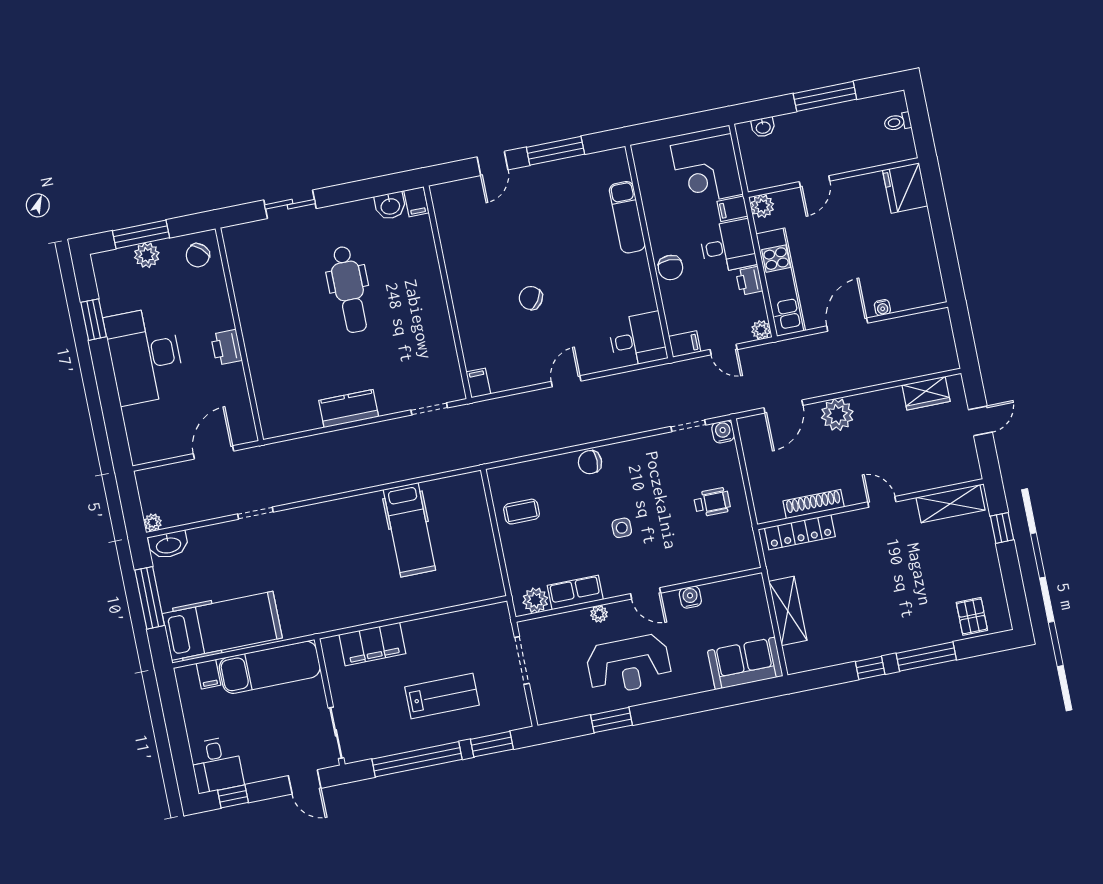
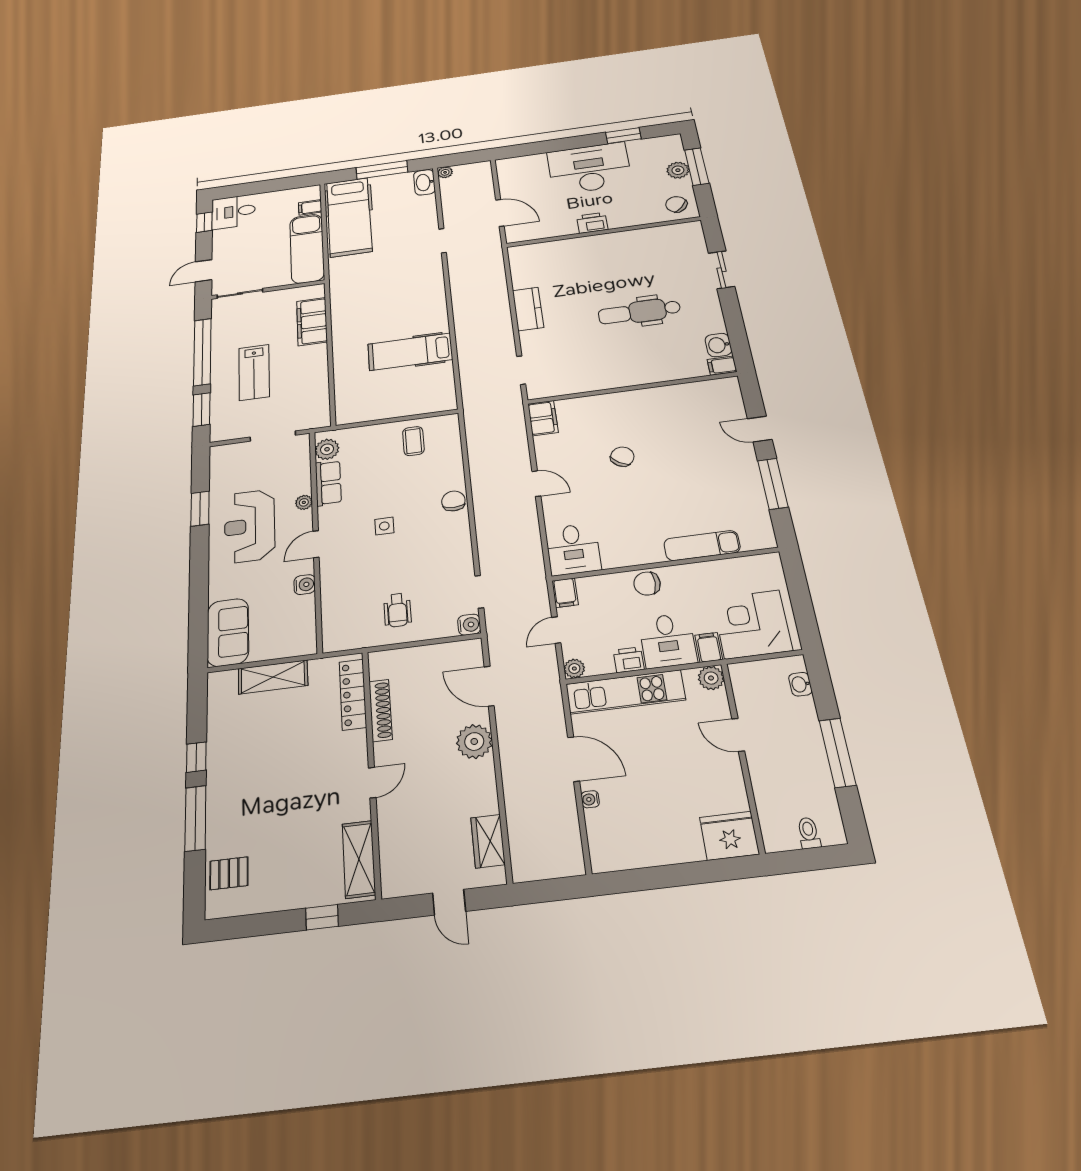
filing cabinet: (478, 383) -> (543, 418), width x2.00

